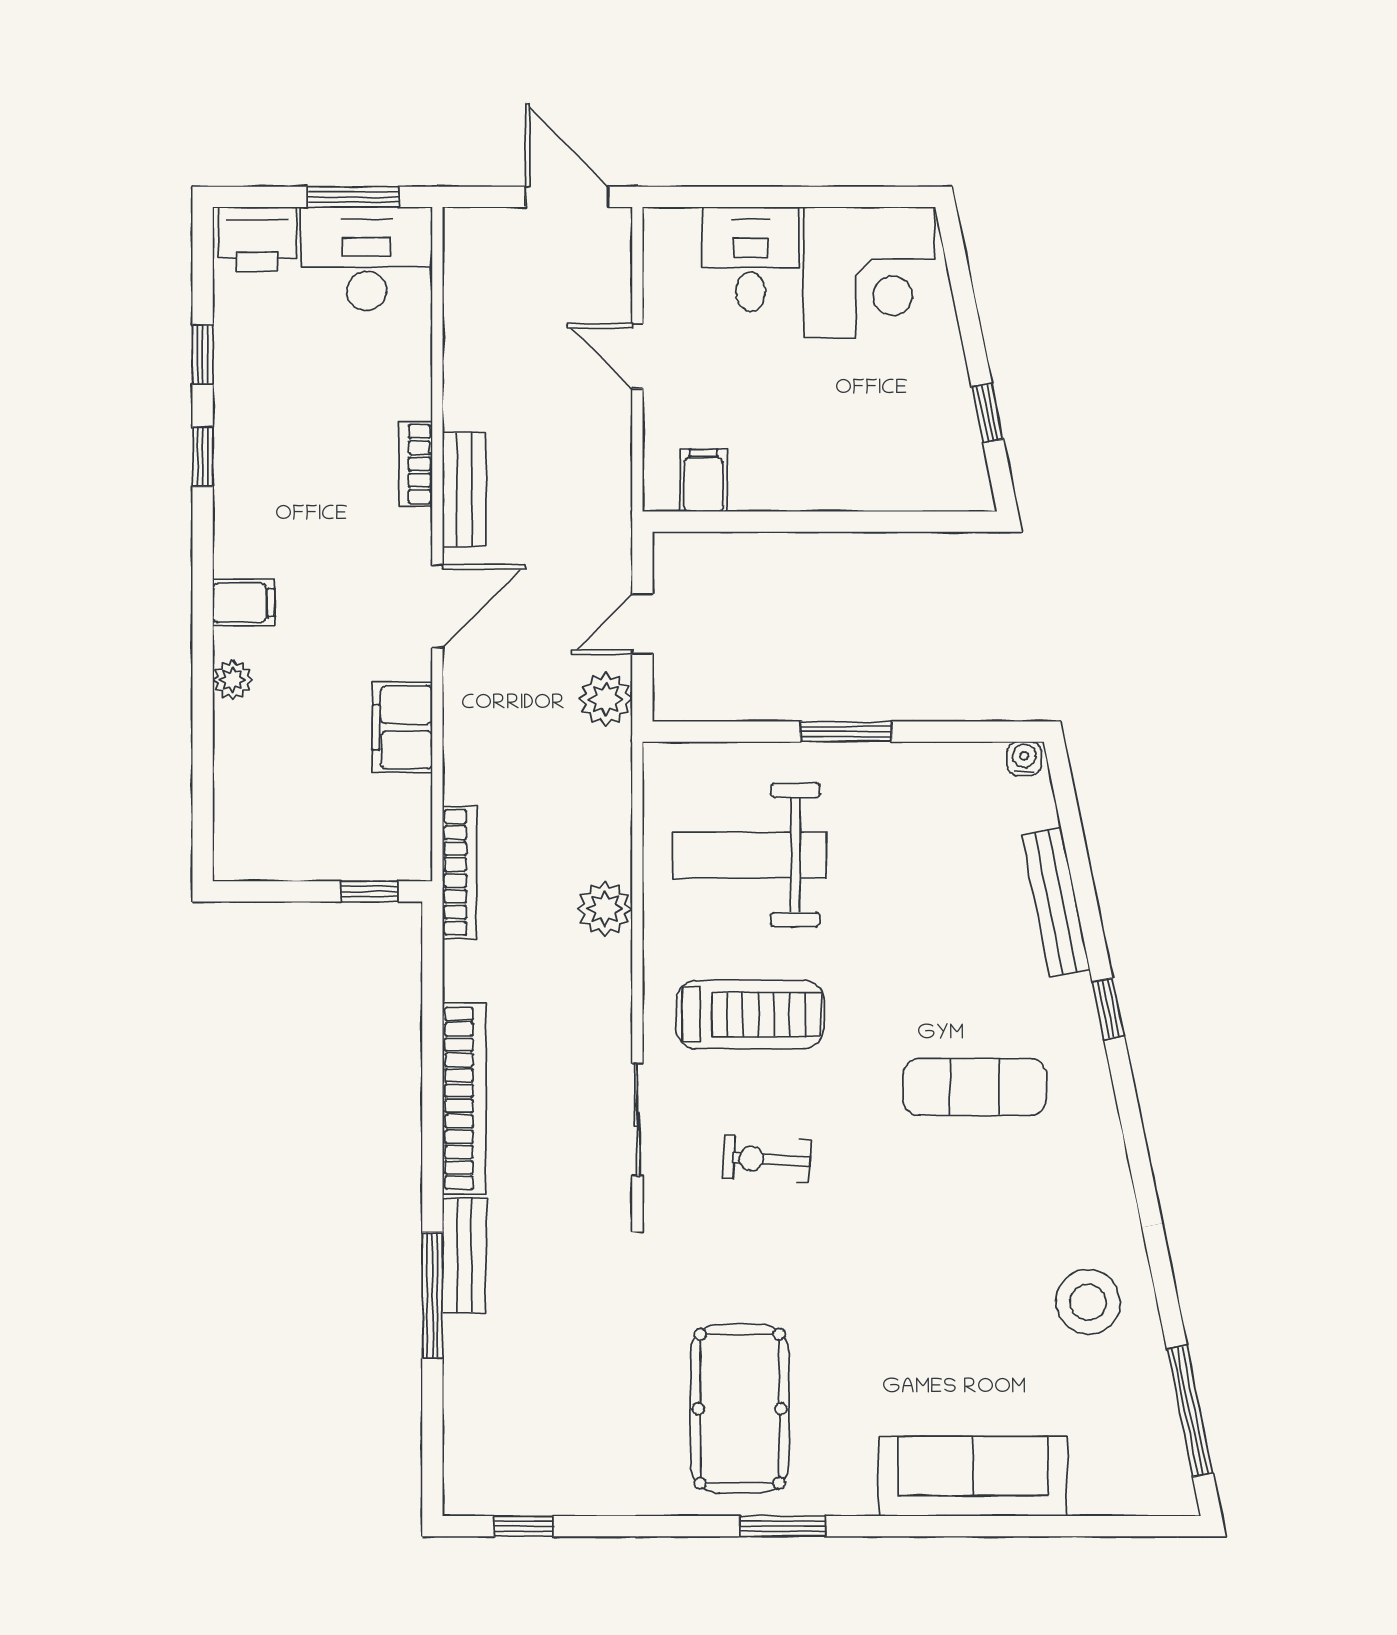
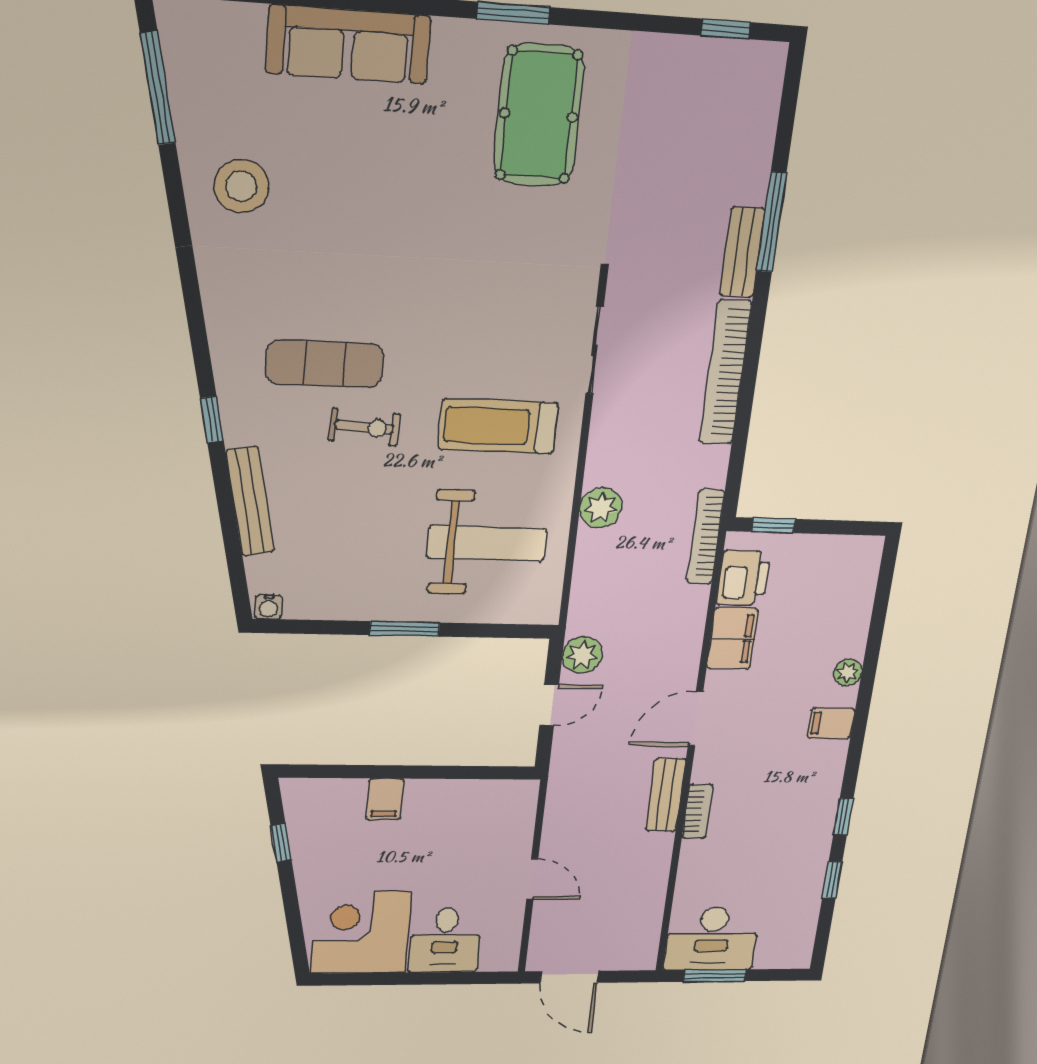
printer: (257, 239) -> (743, 578), moved, turned 90
filing cabinet: (704, 480) -> (385, 799), moved
exercise bike: (767, 1159) -> (364, 427), moved

